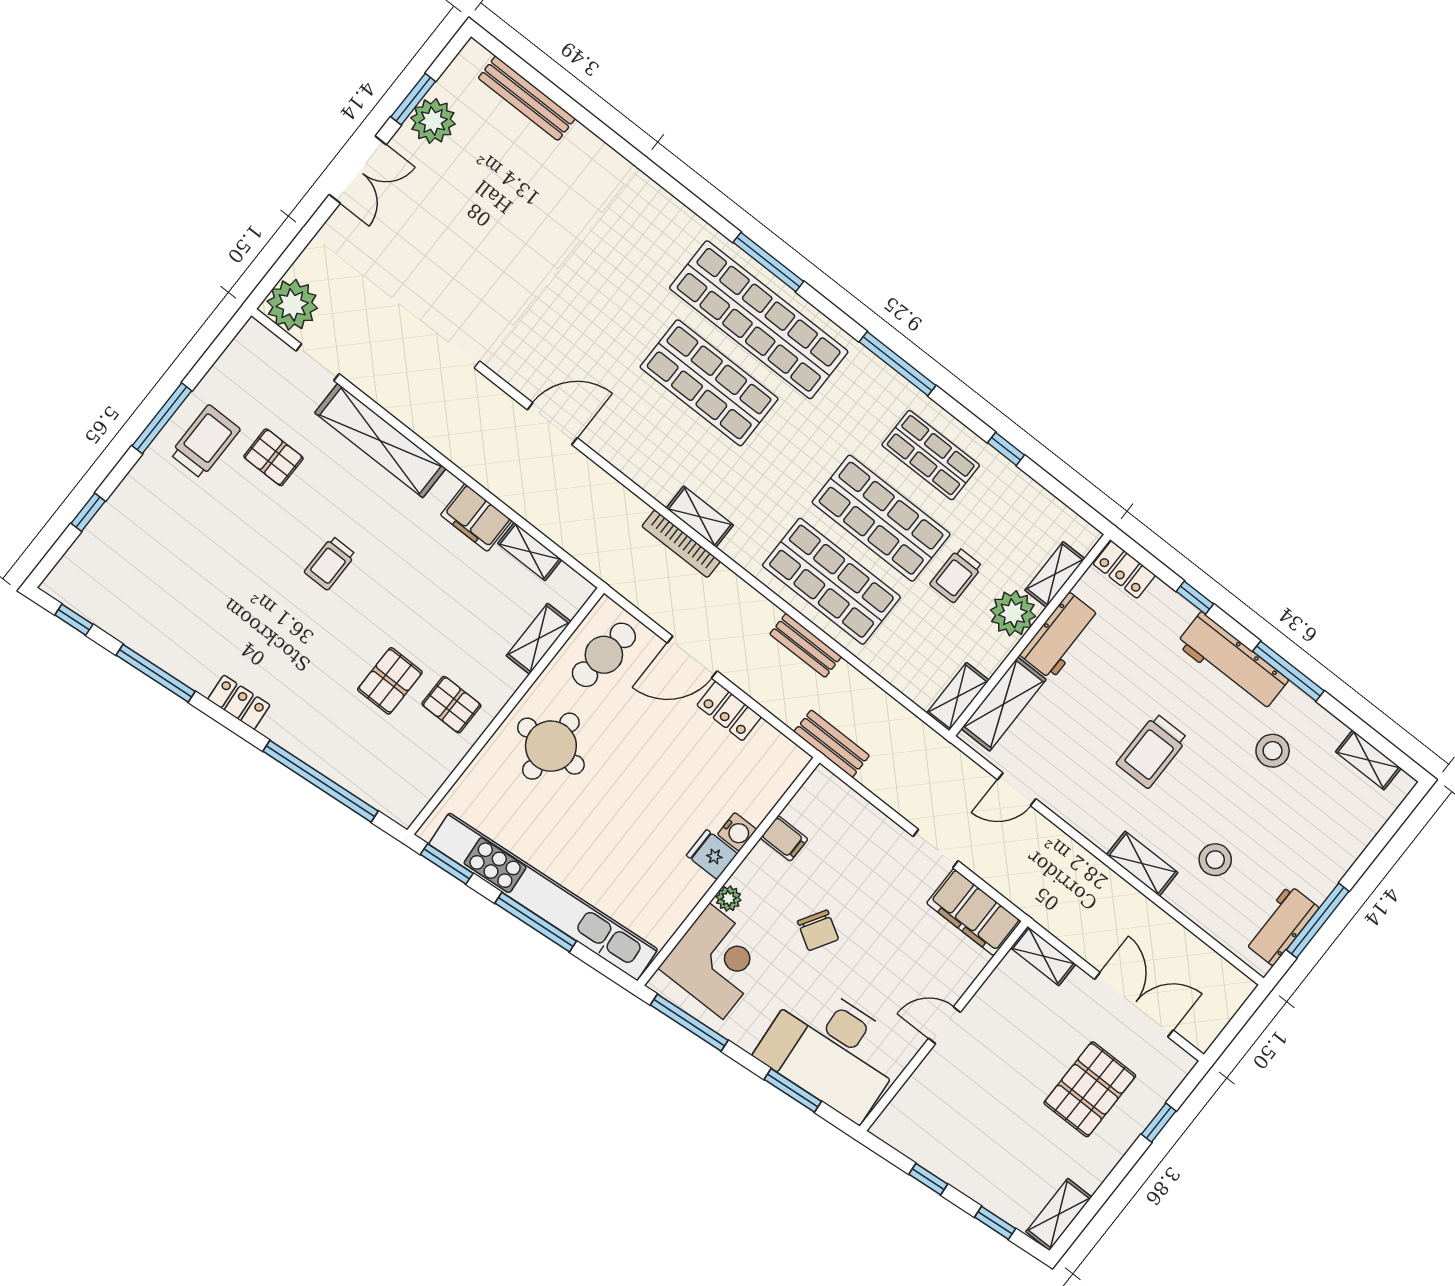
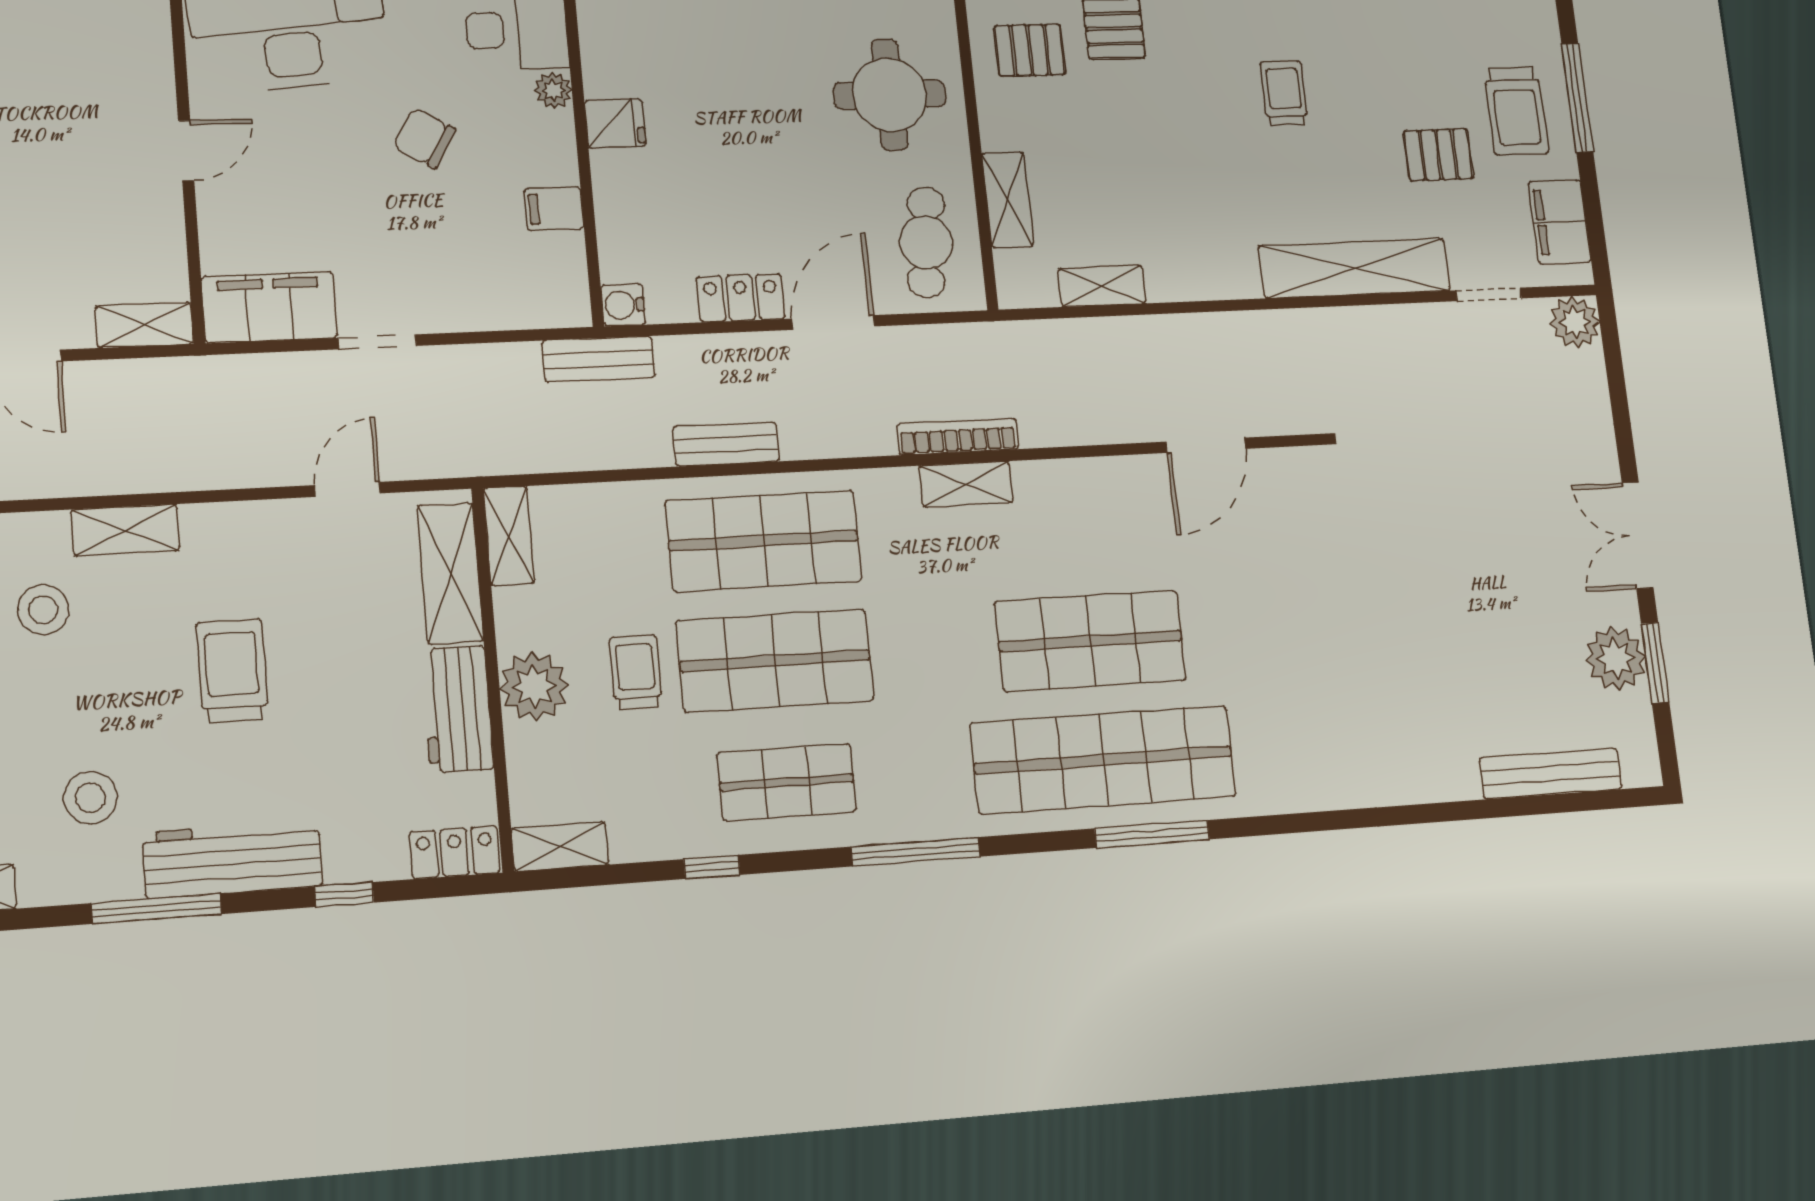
plant: (292, 305) -> (1575, 322), width x0.73, depth x0.73
filing cabinet: (476, 518) -> (1560, 222), moved, turned -90
shelving: (1055, 574) -> (560, 846), moved, turned 90
water cooler: (737, 832) -> (623, 305), moved

